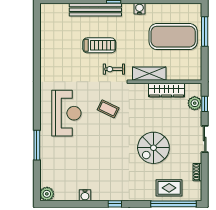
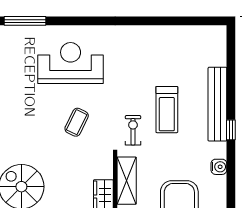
reception desk: (66, 113) -> (71, 63), turned 180

